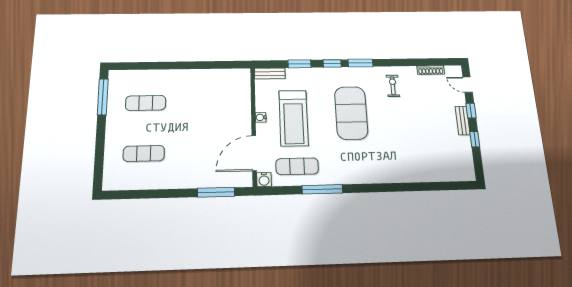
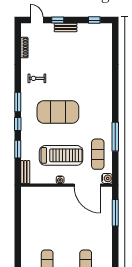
door: (467, 85) -> (37, 20), swing flipped
window: (475, 139) -> (94, 20), moved

